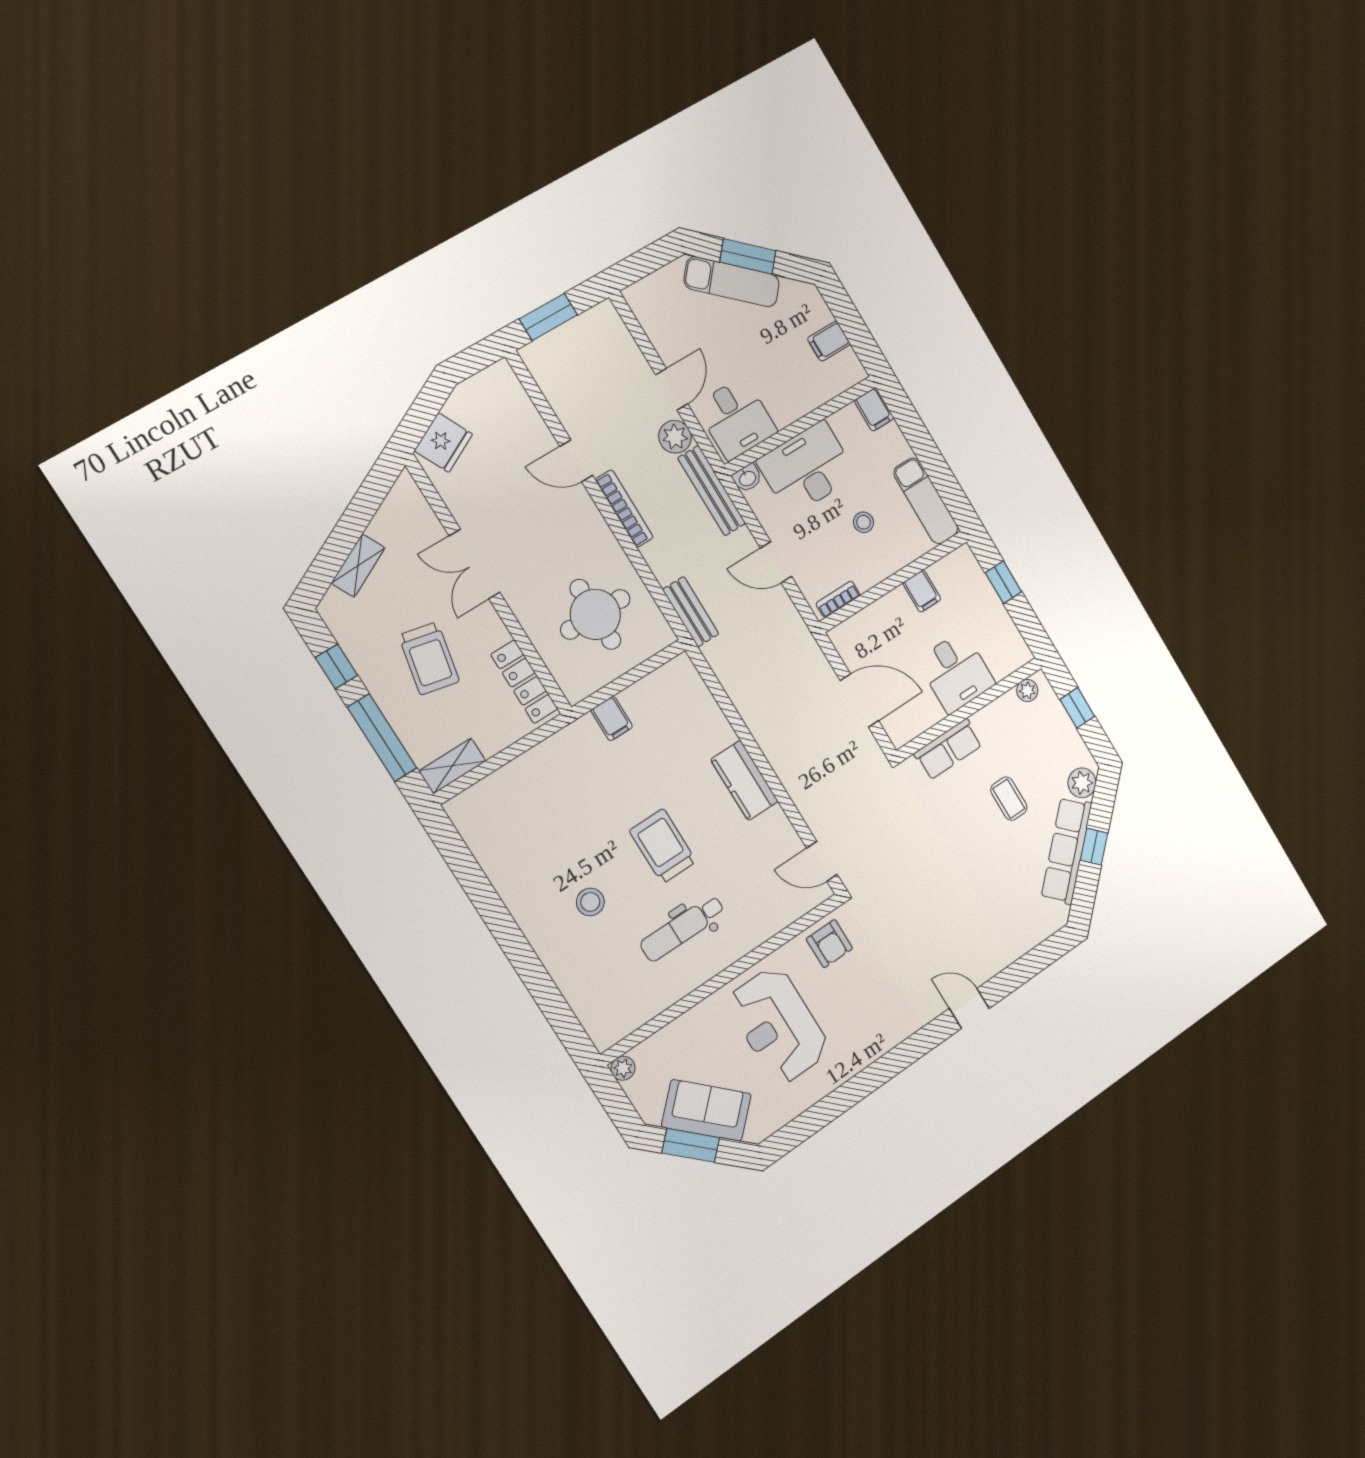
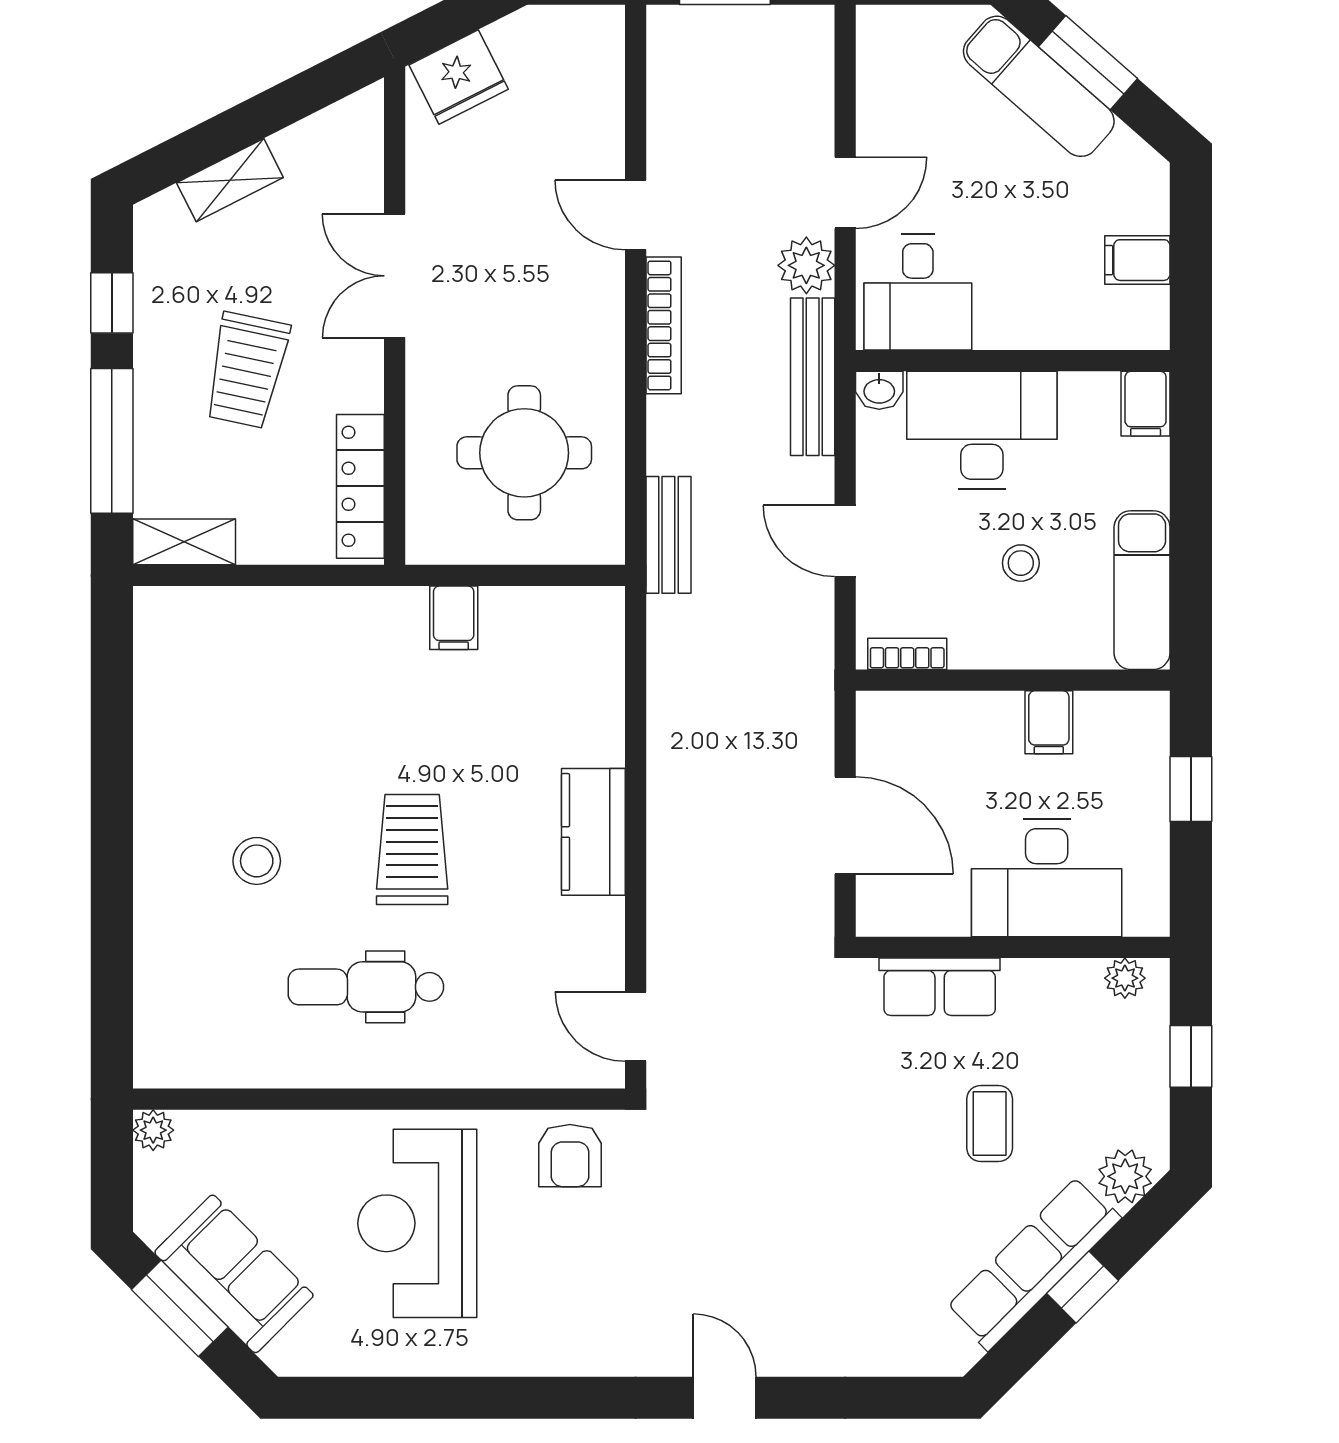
desk: (956, 672) -> (1047, 878), width x1.37

